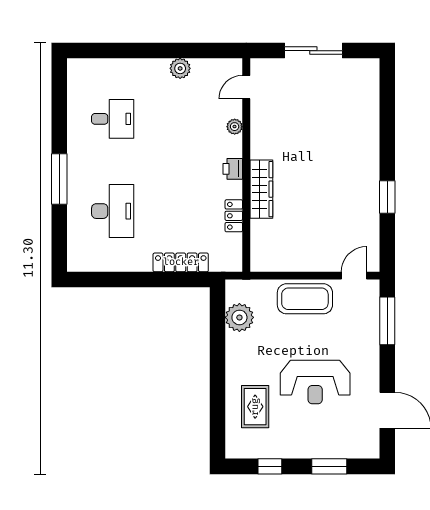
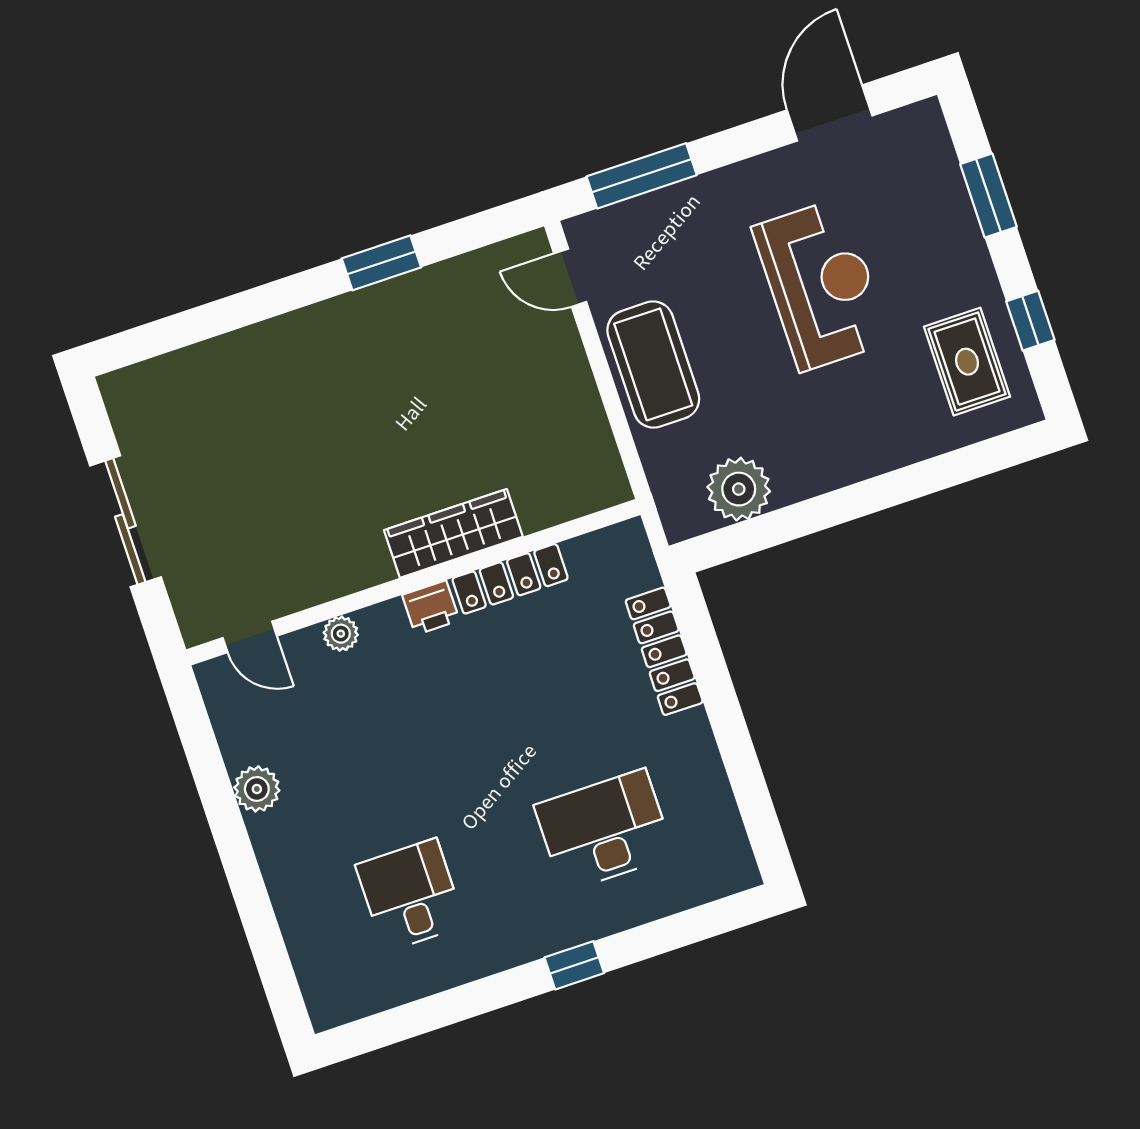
window: (59, 179) -> (574, 965), width x0.46
locker: (234, 216) -> (510, 579), width x1.53
rug: (255, 407) -> (967, 362), moved, turned 90

